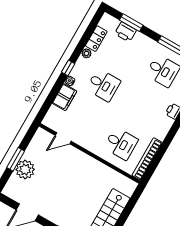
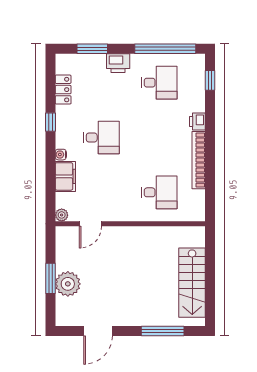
printer: (125, 32) -> (118, 63), moved
plant: (86, 53) -> (62, 215), moved
window: (68, 68) -> (50, 122), moved
bookcase: (147, 159) -> (199, 160), moved

